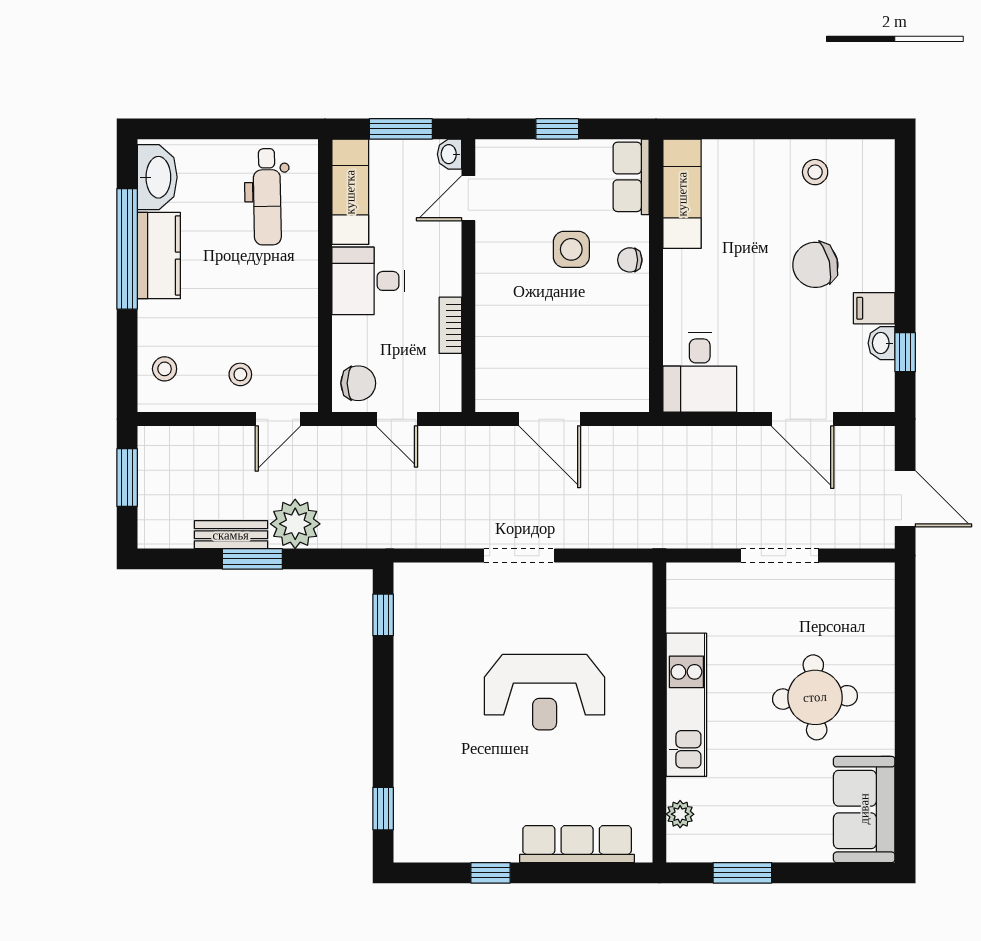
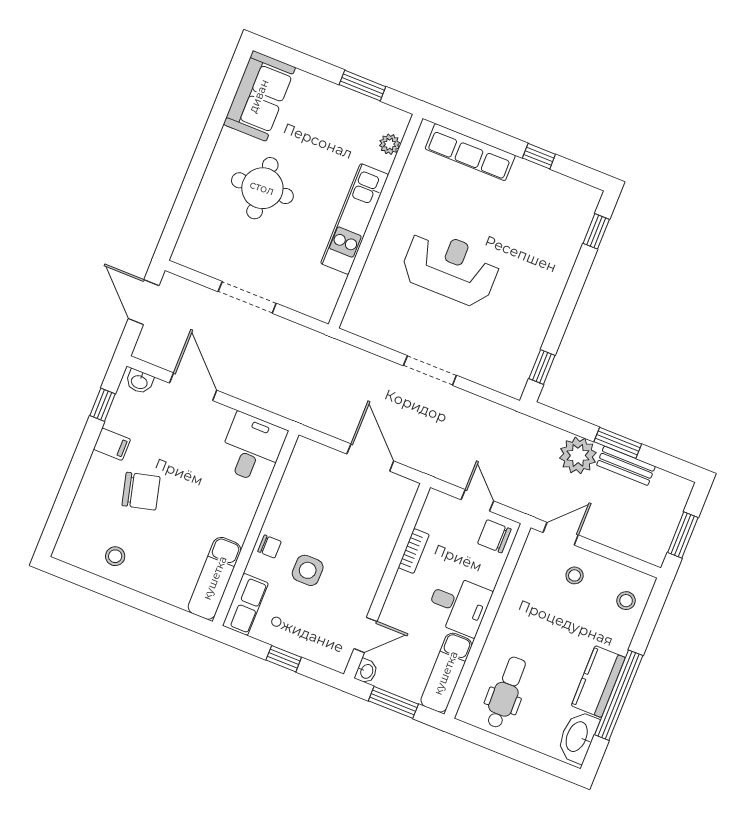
washbasin: (882, 343) -> (139, 382), moved, turned 90

